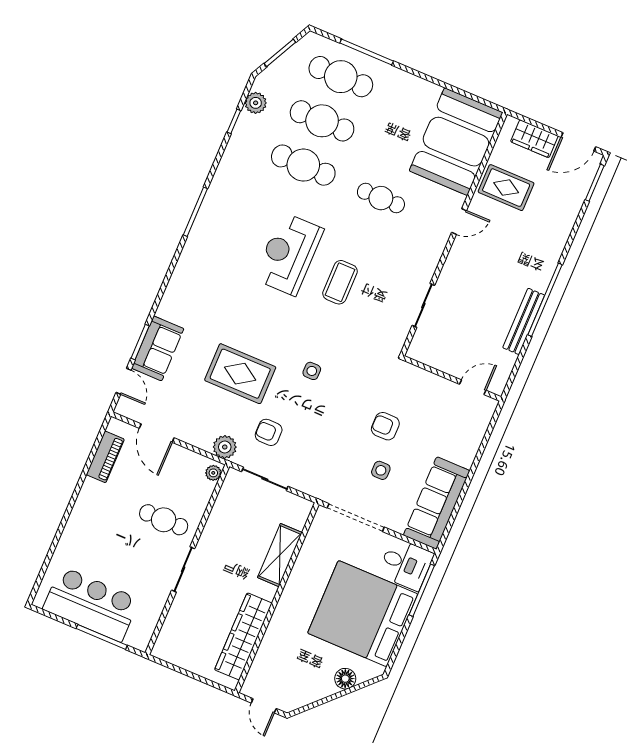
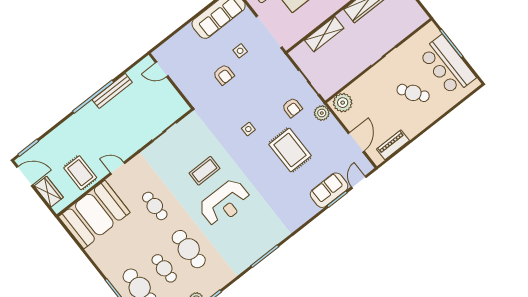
cafe table: (322, 121) -> (164, 268), width x0.73, depth x0.74
plant: (213, 473) -> (343, 103), width x1.88, depth x1.88
cafe table: (164, 520) -> (413, 93), moved, turned -35

